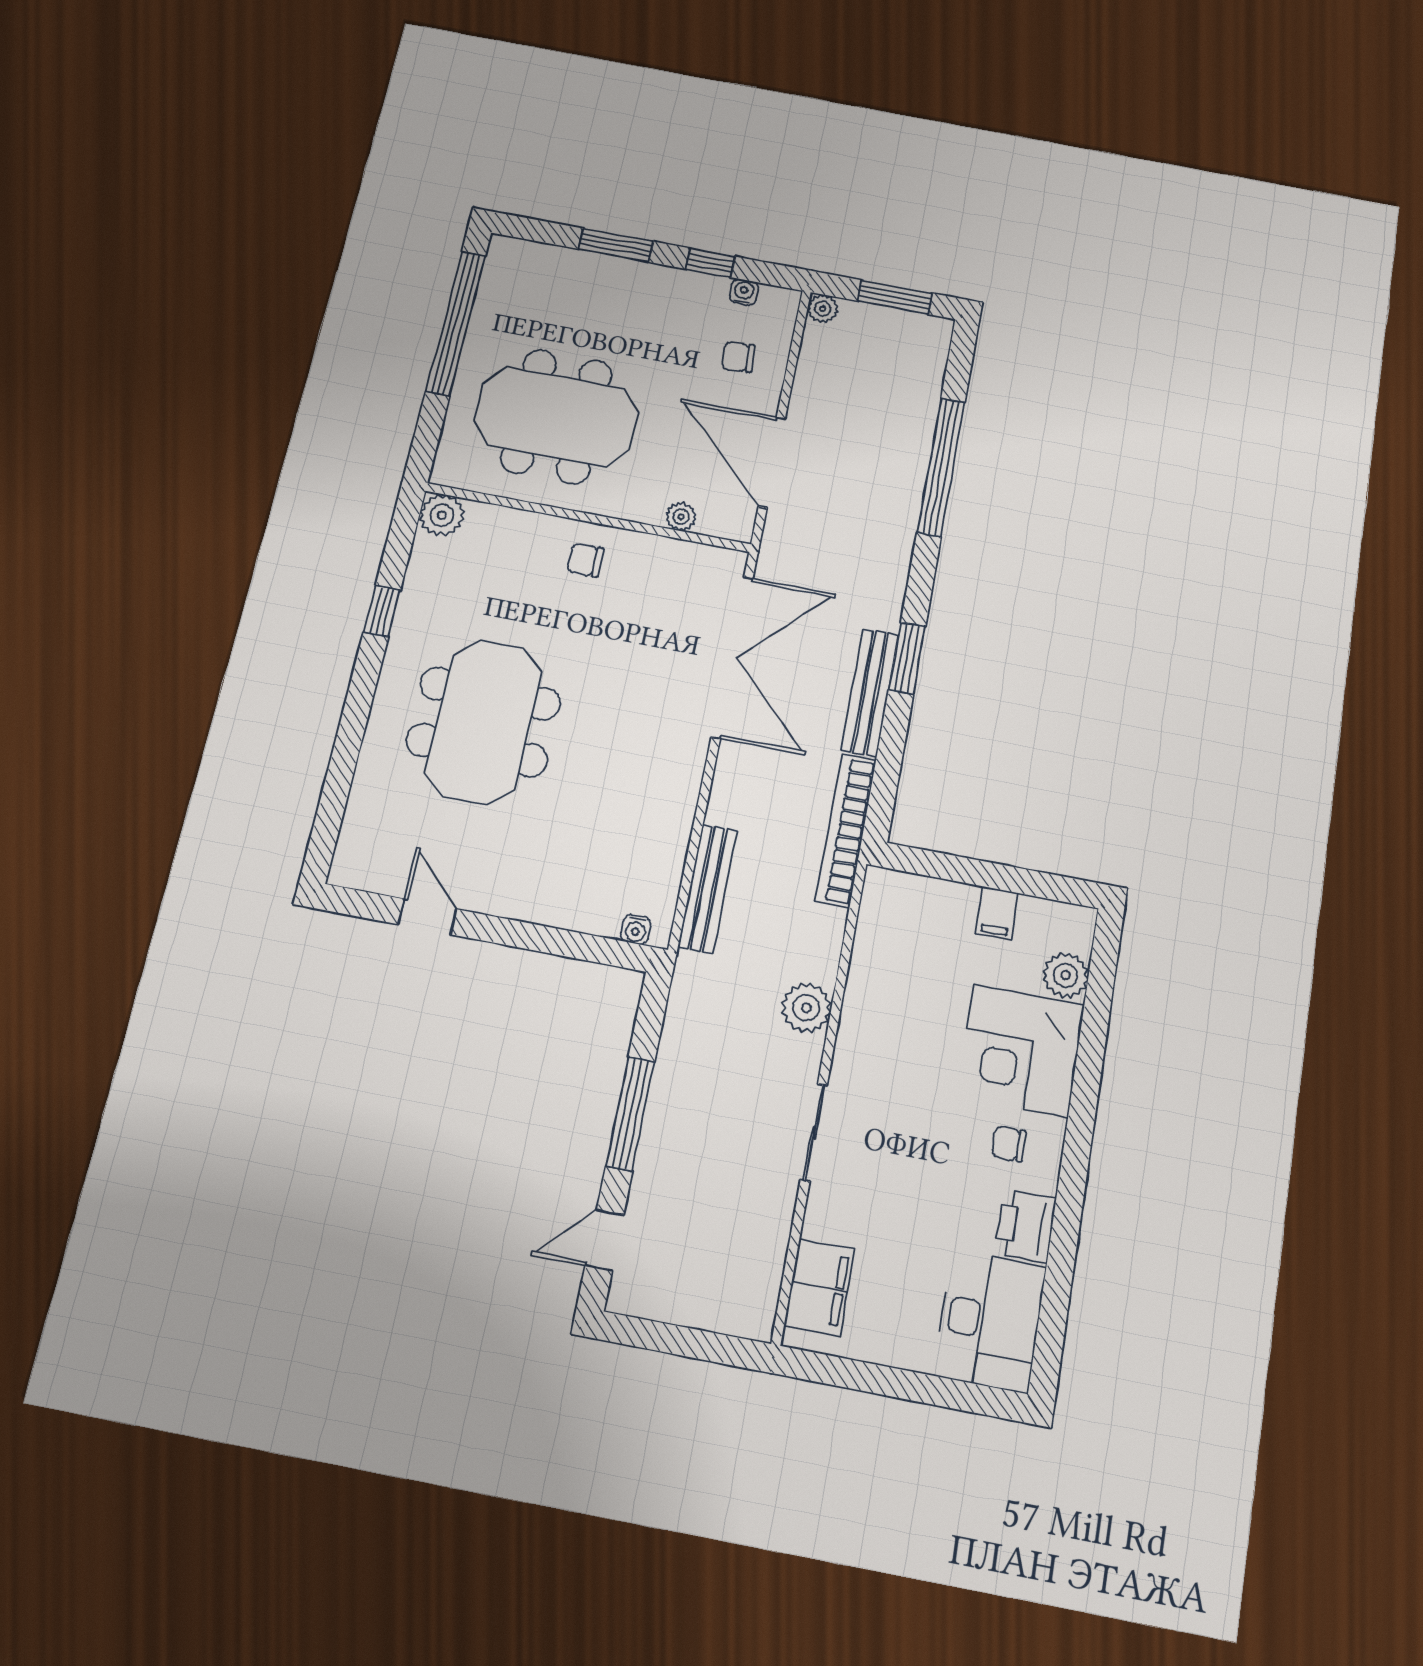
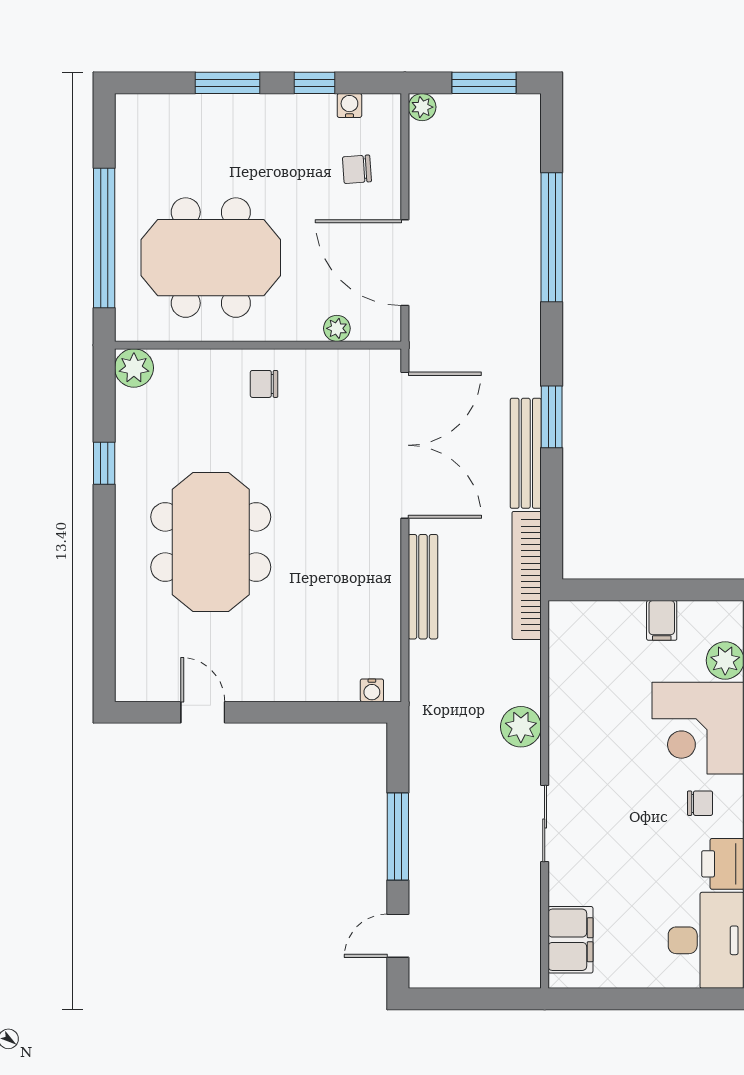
window: (456, 323) -> (104, 238), moved
bench: (707, 889) -> (423, 587), moved
chair: (1009, 1144) -> (700, 803), turned 180

